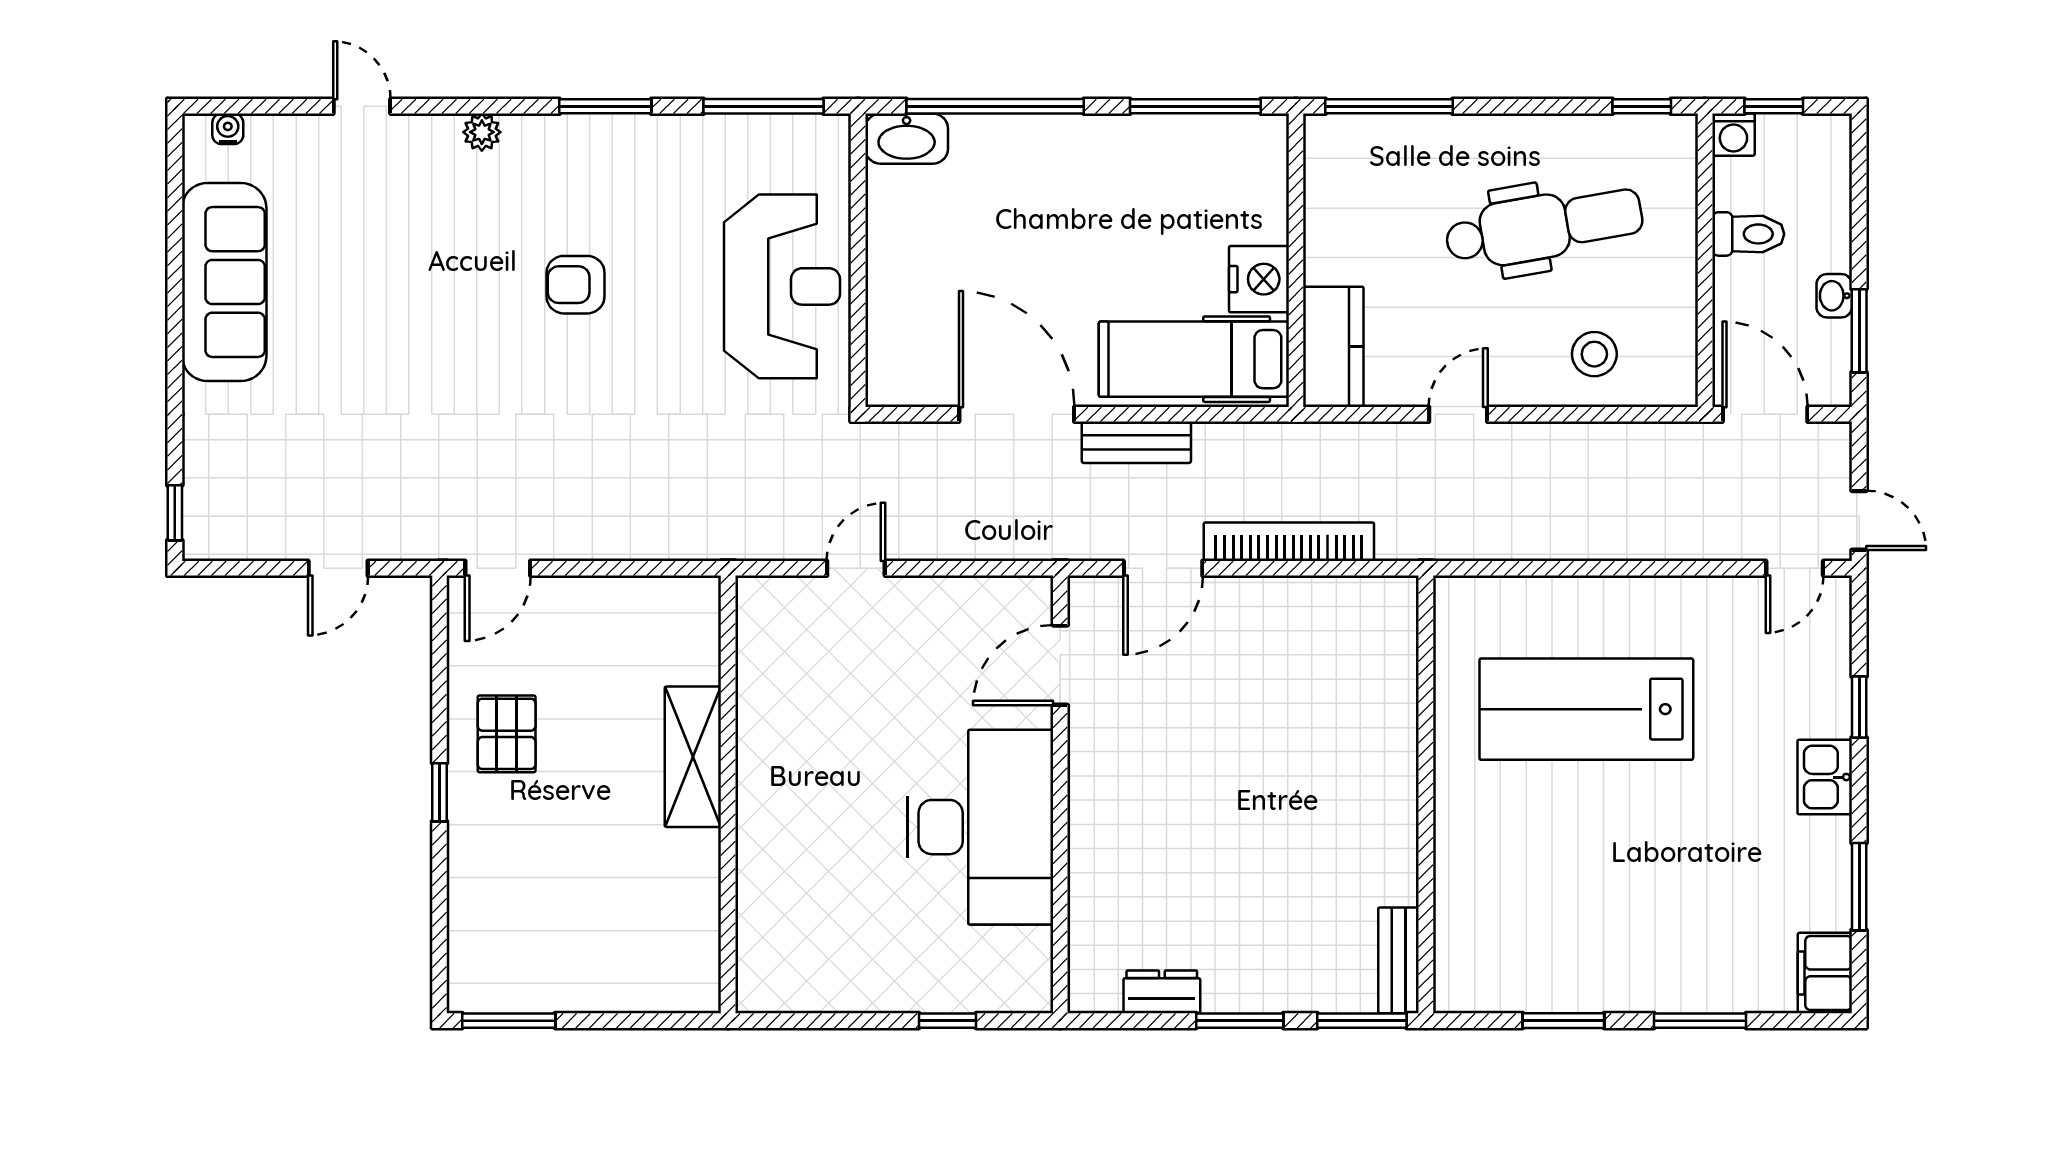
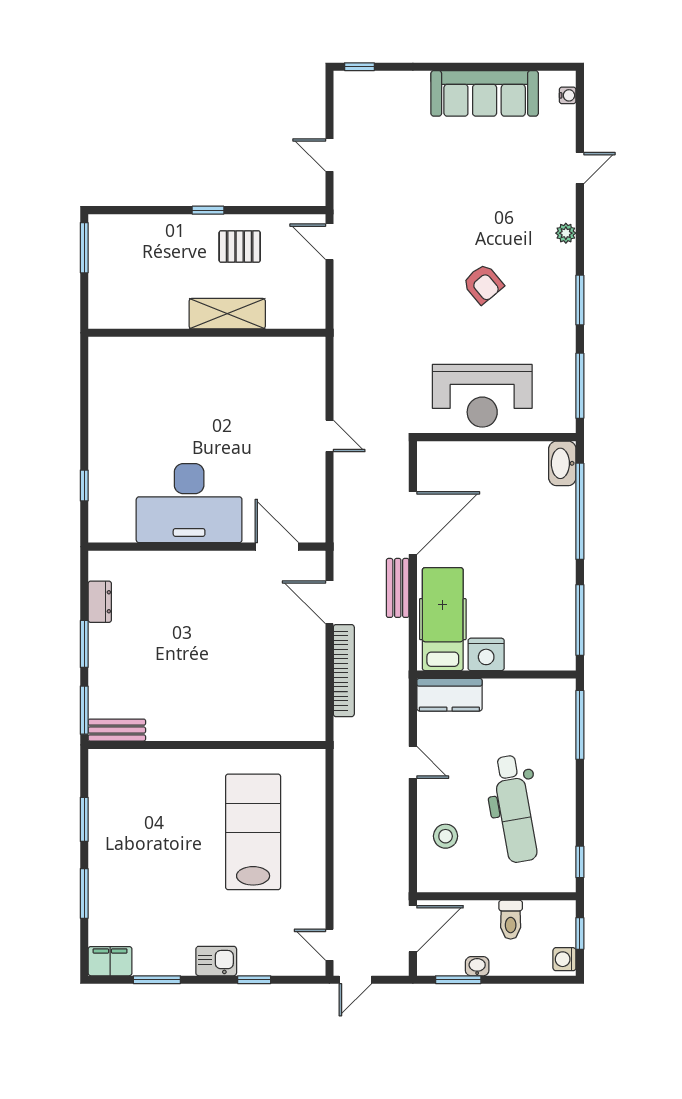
washing machine: (1733, 135) -> (564, 959), moved
armchair: (576, 285) -> (483, 284), turned 140
shelving: (693, 757) -> (227, 314), moved
wall: (728, 794) -> (207, 333), moved

